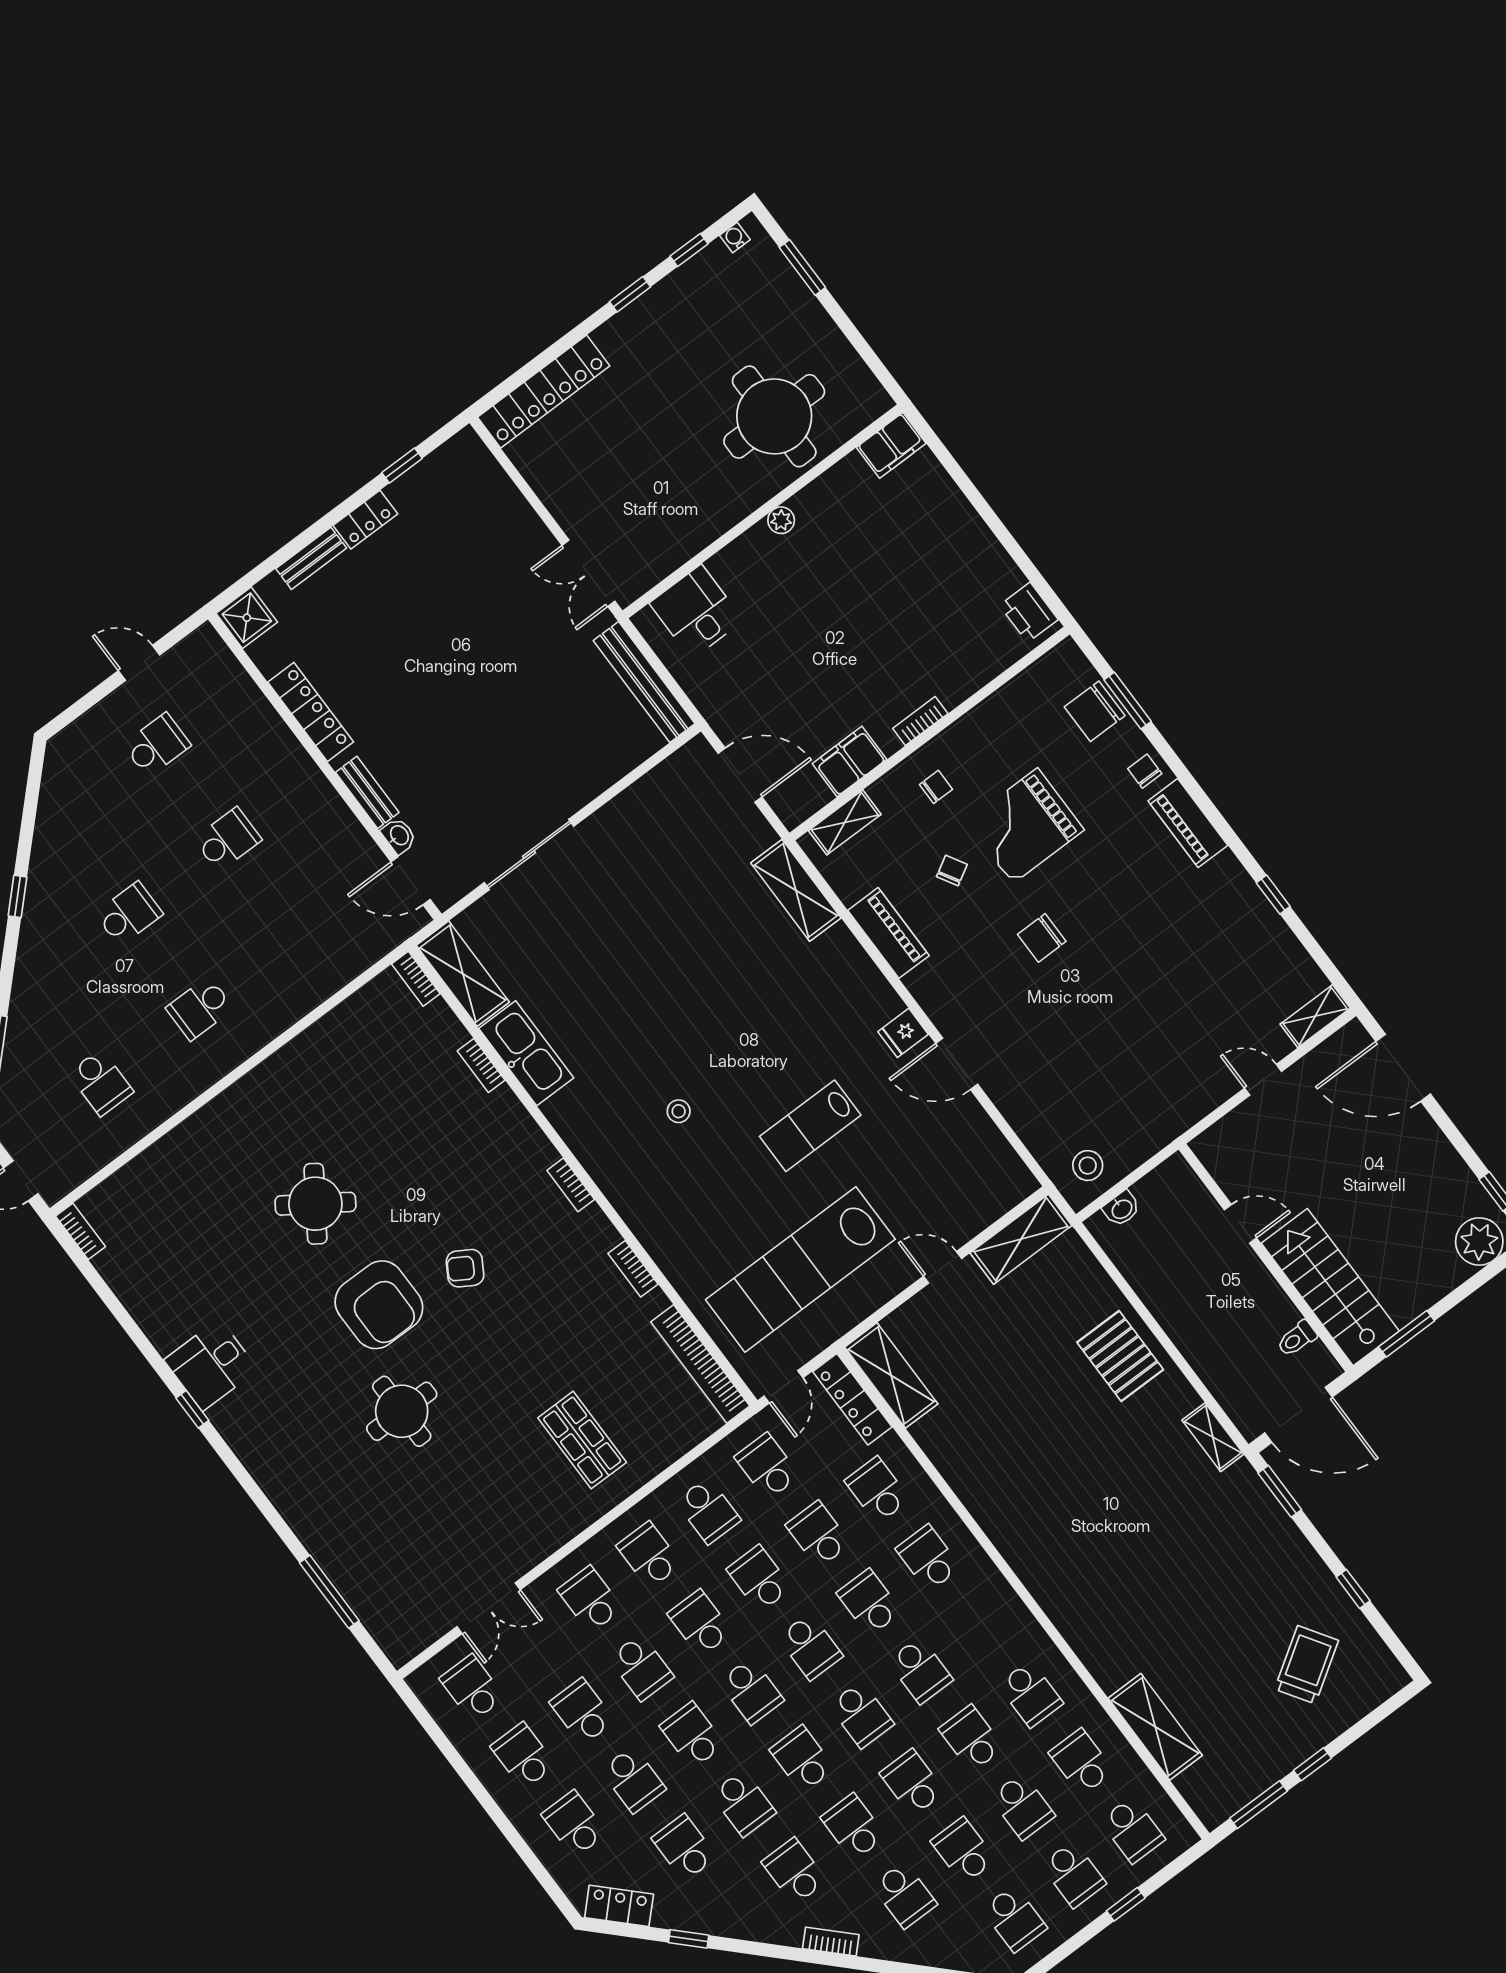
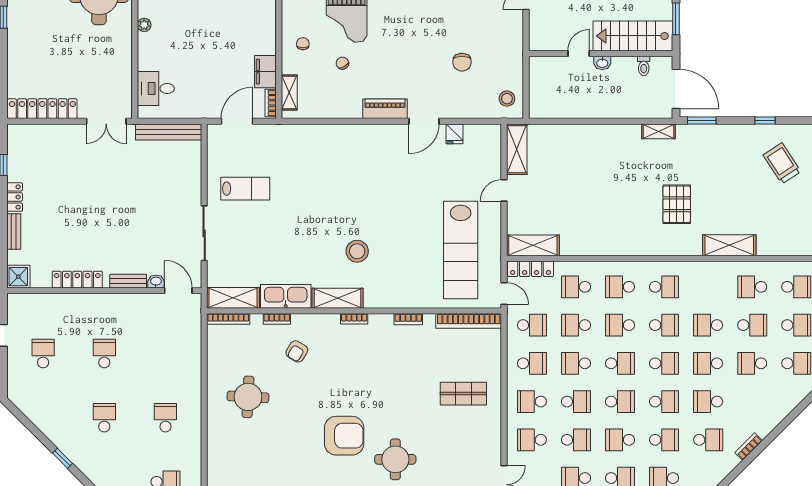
locker: (544, 391) -> (42, 109), moved, turned -90
bookcase: (920, 721) -> (271, 103), moved
door: (411, 881) -> (178, 291), swing flipped
shelving: (796, 890) -> (338, 298), moved
piano: (888, 933) -> (385, 109), moved
chair: (1042, 938) -> (462, 62), moved
bookcase: (416, 979) -> (228, 319), width x1.56
school desk: (200, 1008) -> (165, 418), turned 180
fridge: (903, 1033) -> (454, 134), moved
stool: (679, 1111) -> (357, 251), width x1.89, depth x1.89
lab bench: (810, 1126) -> (245, 189), moved, turned -90
round table: (315, 1204) -> (248, 397), moved, turned -31
washbasin: (1122, 1209) -> (602, 63), moved, turned 90
armchair: (465, 1268) -> (297, 351), moved
pallet: (1120, 1356) -> (677, 204), moved, turned 90
door: (1299, 1415) -> (676, 89), hinge flipped
school desk: (767, 1466) -> (532, 325), turned 180
school desk: (700, 1623) -> (576, 402), turned 180
school desk: (1030, 1694) -> (664, 287), moved
shelving: (1155, 1727) -> (729, 245), moved
school desk: (802, 1759) -> (664, 402), turned 180
school desk: (794, 1871) -> (708, 440), turned 180
school desk: (904, 1895) -> (752, 402), removed

